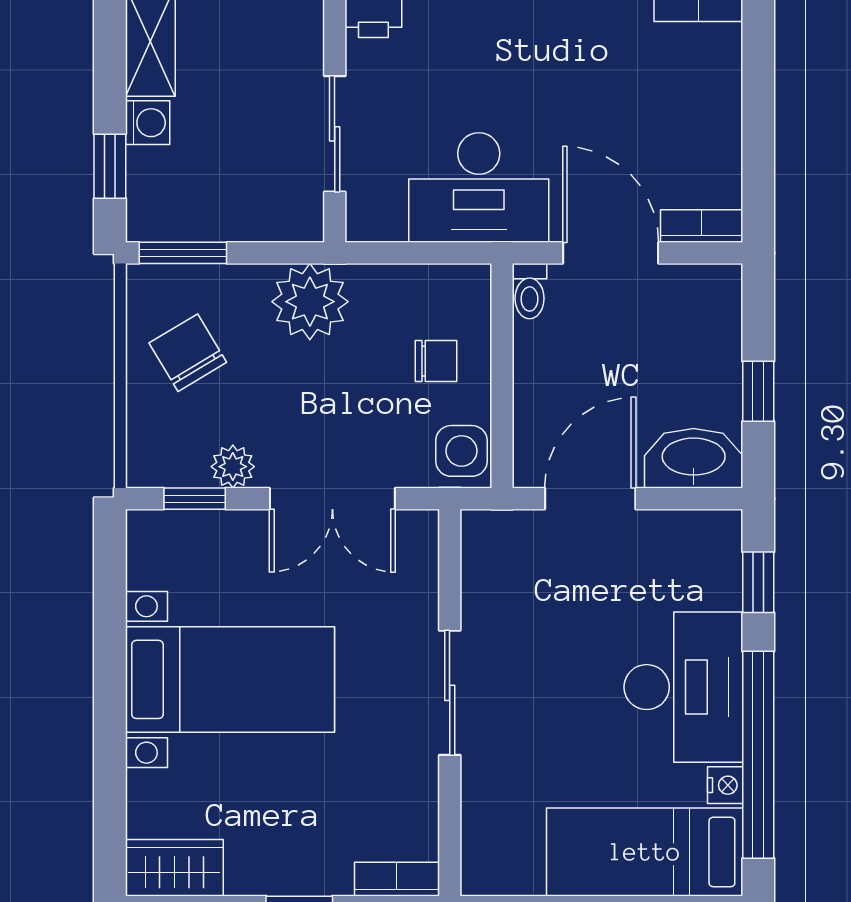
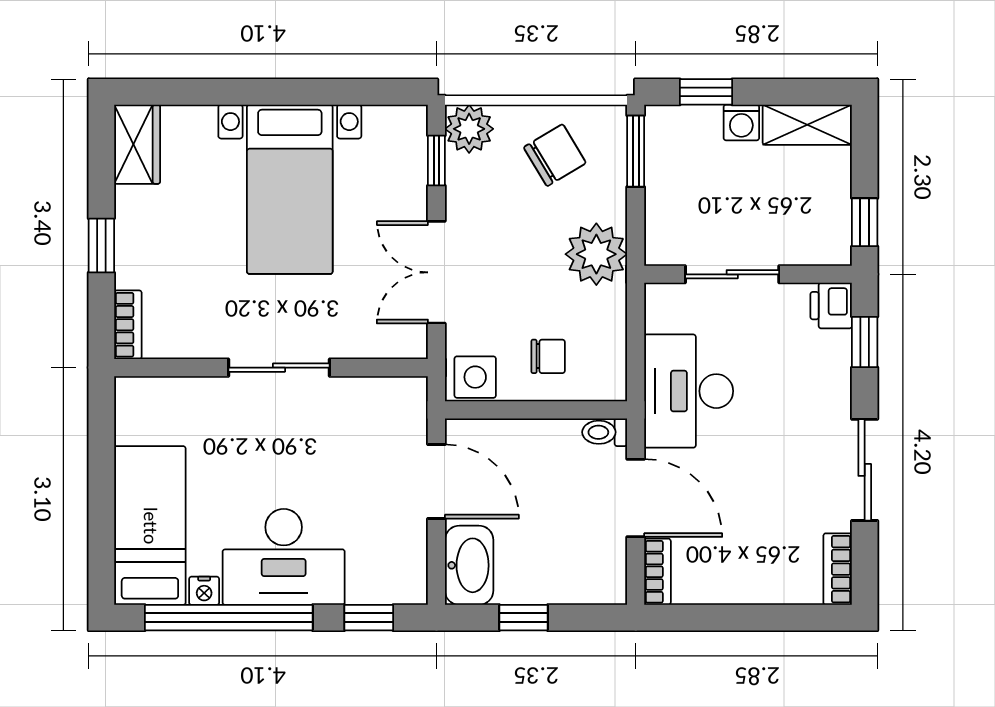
door: (611, 253) -> (636, 498), hinge flipped
chair: (436, 361) -> (548, 356), turned -90
plant: (233, 467) -> (469, 129), moved, width x1.38, depth x1.38

